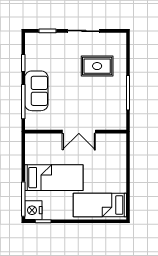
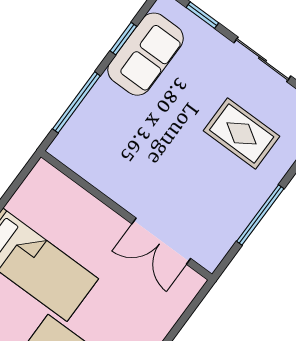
sofa: (36, 91) -> (146, 54), moved
double door: (79, 132) -> (161, 241), moved

